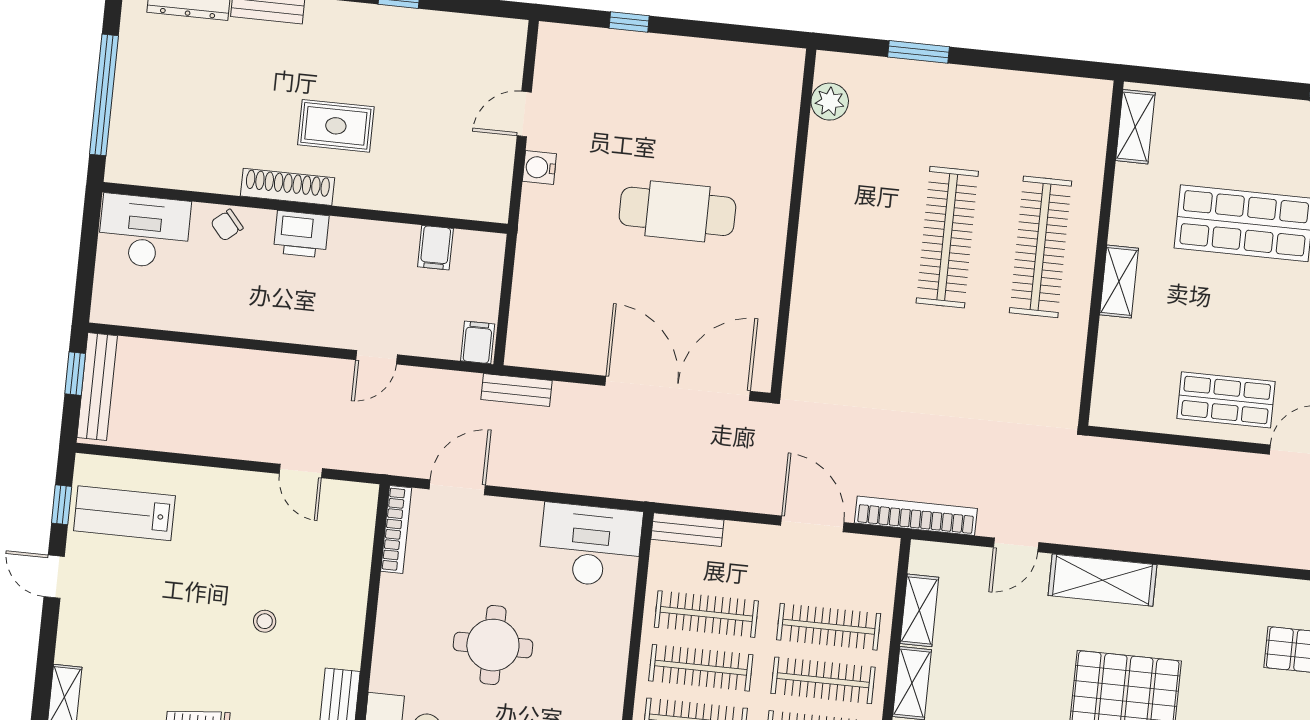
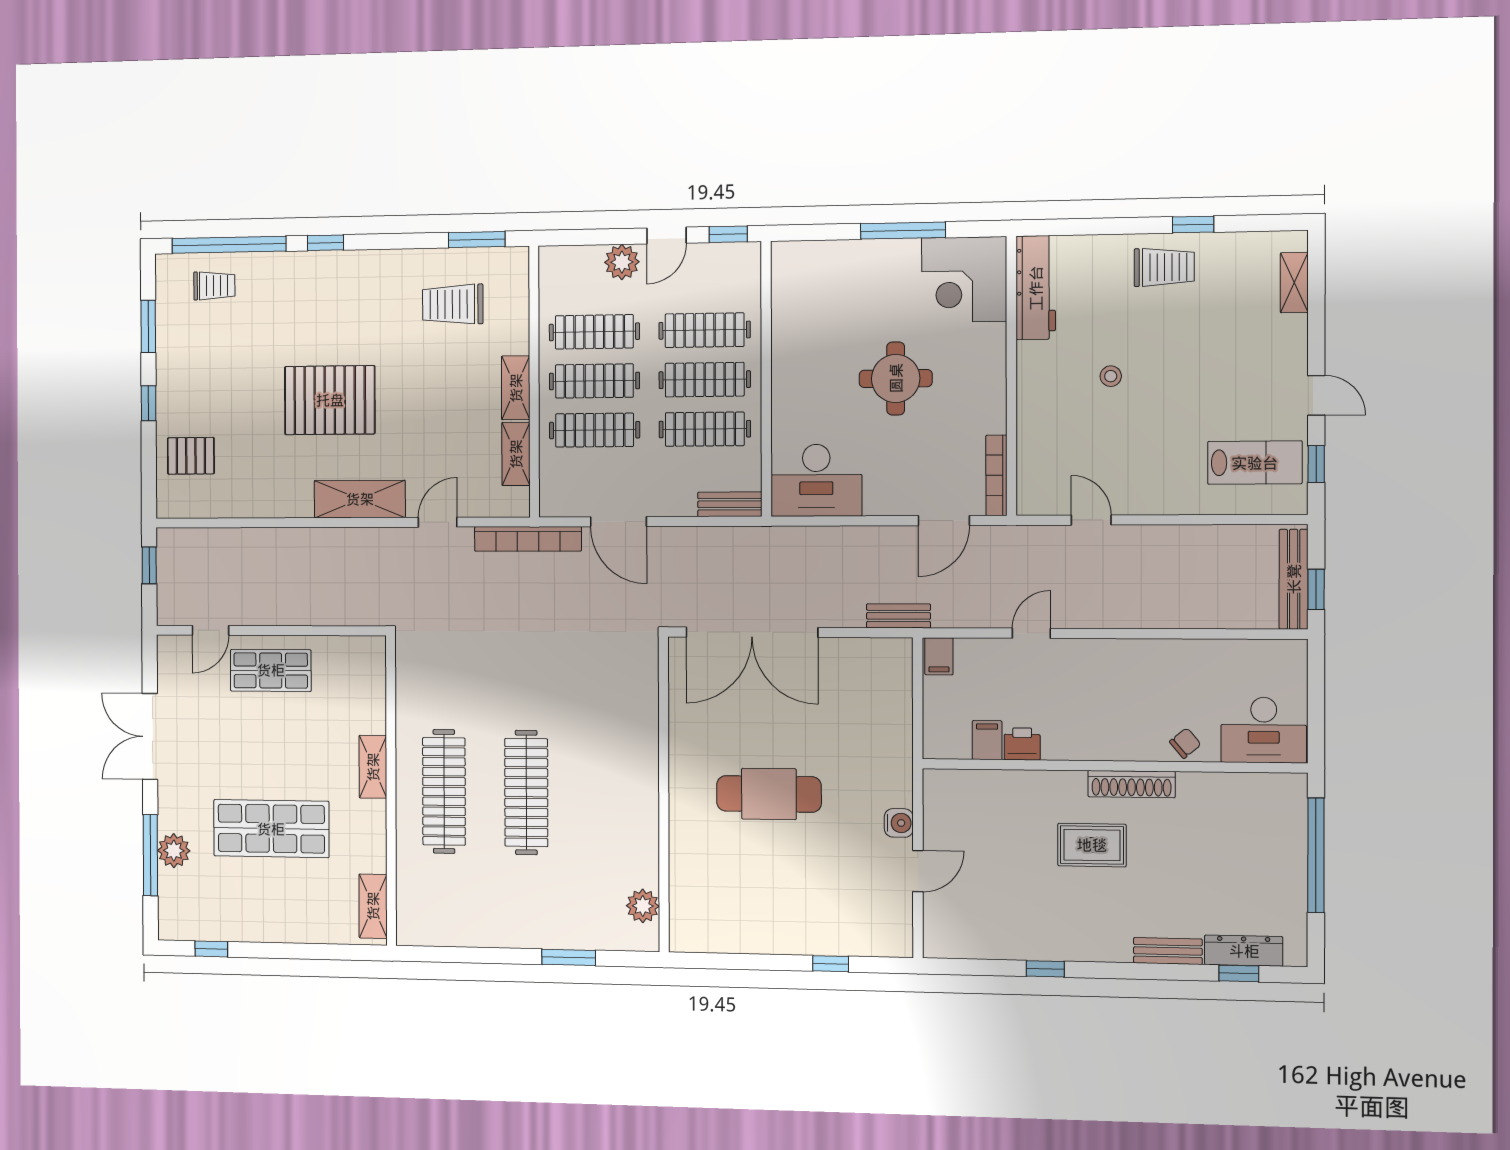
printer: (301, 234) -> (1022, 744), moved, width x0.73, depth x0.81

